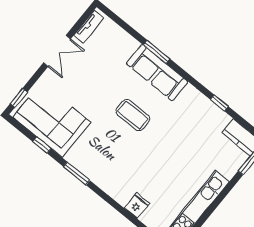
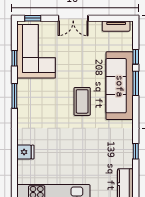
window: (132, 32) -> (136, 57), added
double door: (57, 51) -> (73, 18), moved
sofa: (157, 73) -> (120, 86), width x1.36, depth x1.27

